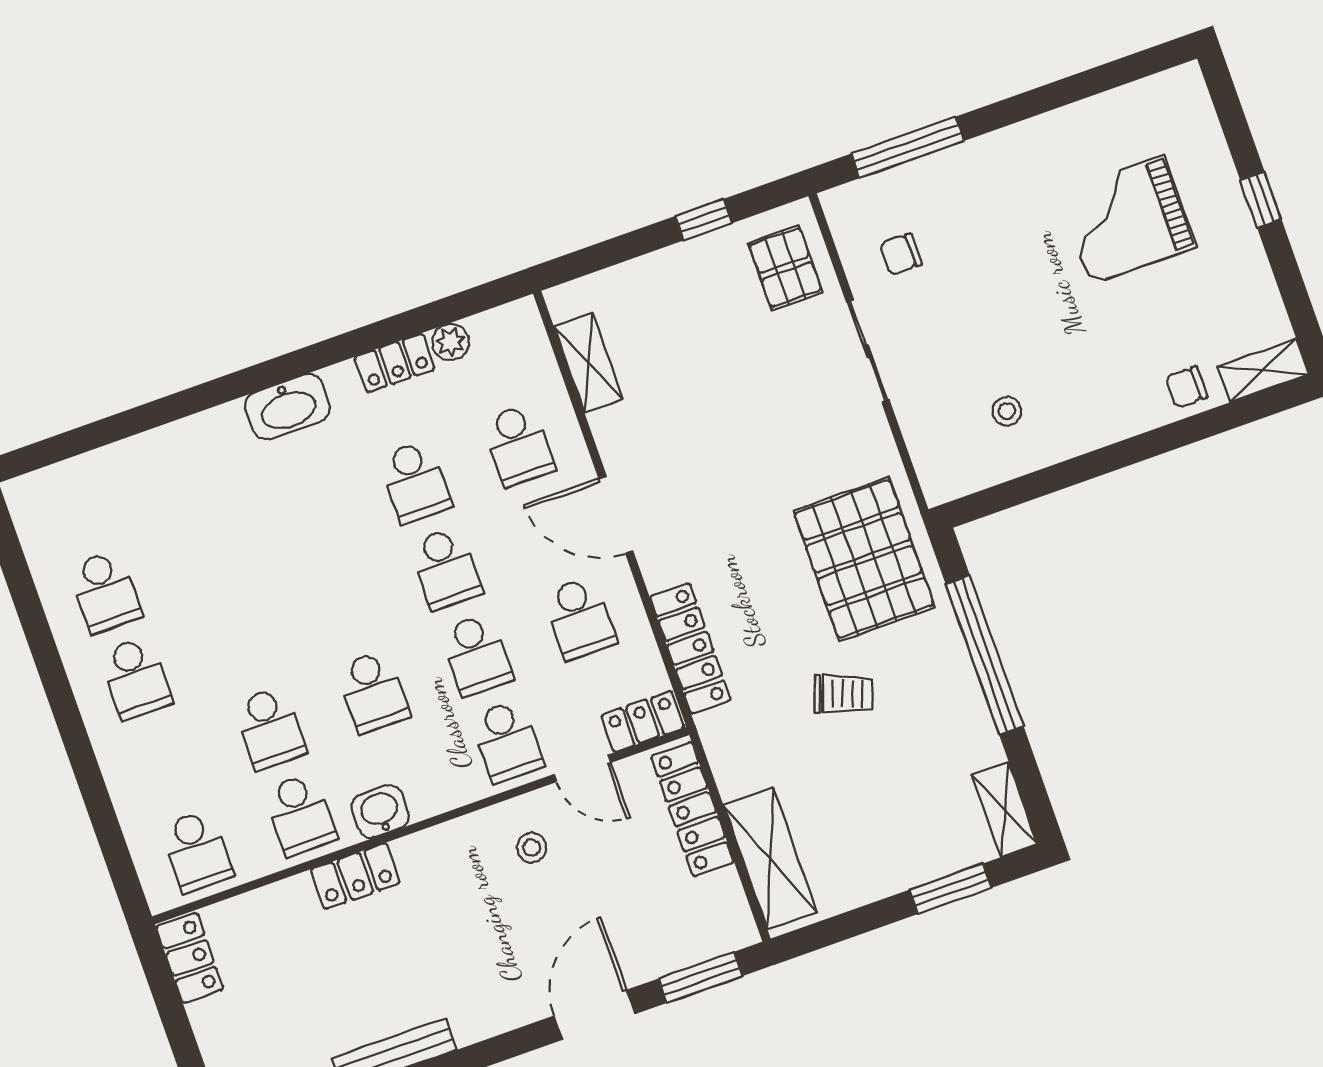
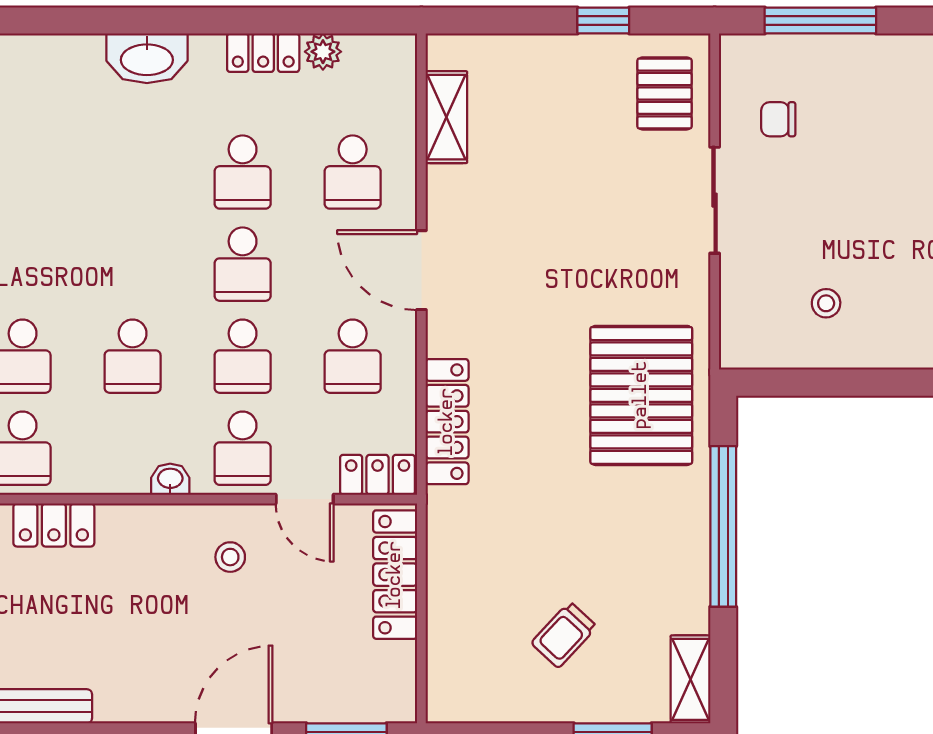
trolley: (843, 694) -> (564, 635), moved, turned 113
washbasin: (380, 812) -> (170, 479), moved, width x0.72, depth x0.69
shelving: (770, 859) -> (452, 648), removed

